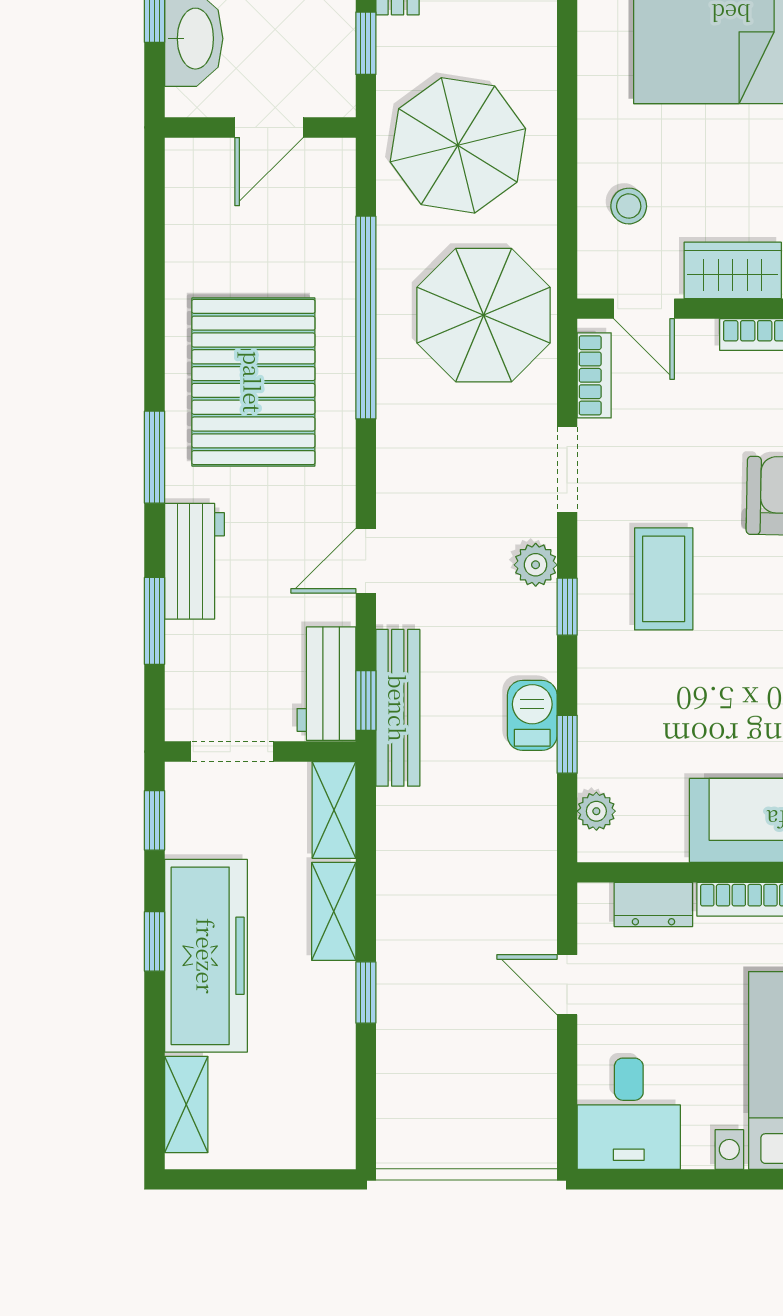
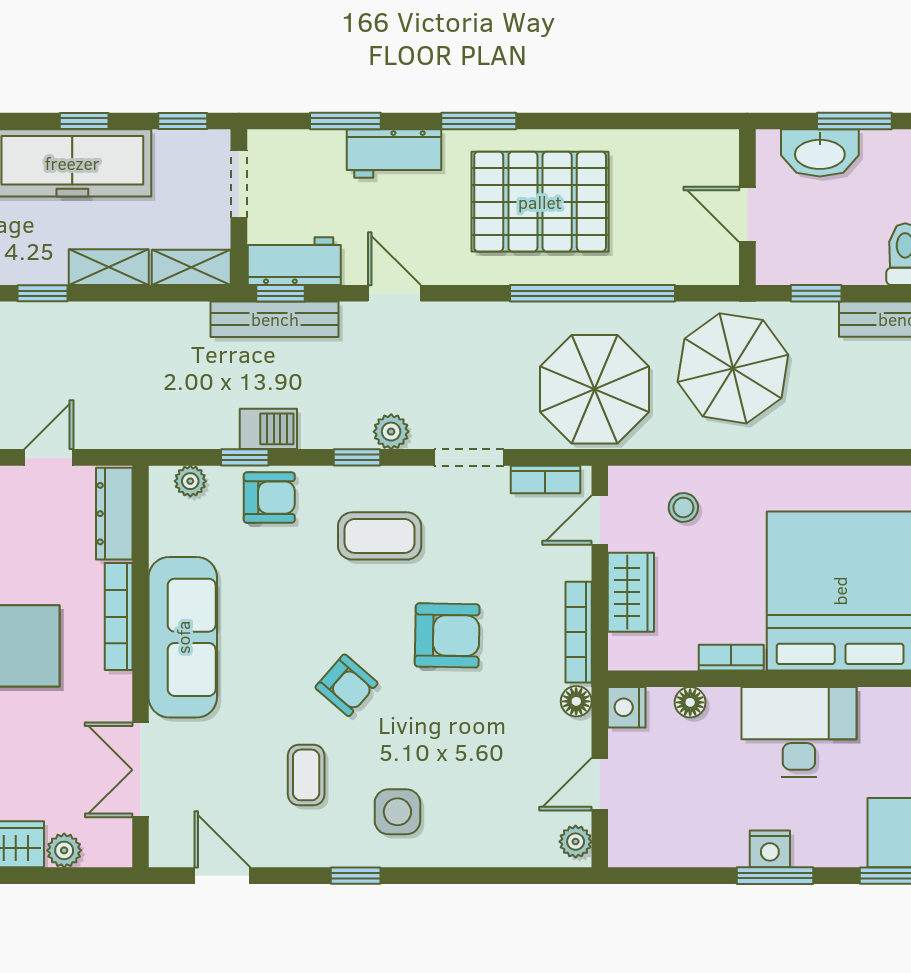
armchair: (617, 714) -> (269, 498), added
dresser: (653, 904) -> (114, 514), width x1.44

